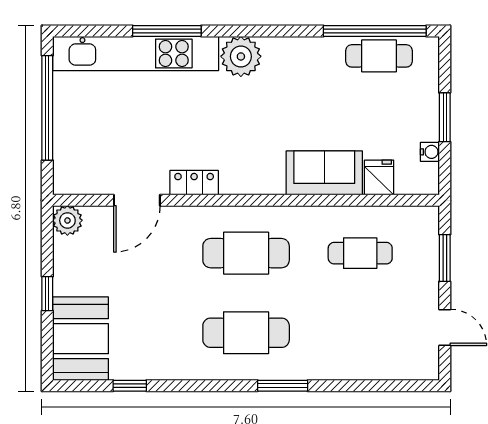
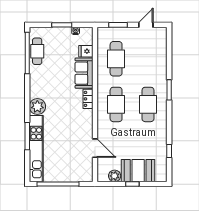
locker: (194, 183) -> (88, 99), moved
plant: (67, 220) -> (115, 176), moved
cafe table: (360, 253) -> (116, 59), width x1.37, depth x1.35
booth: (80, 339) -> (138, 171), moved

